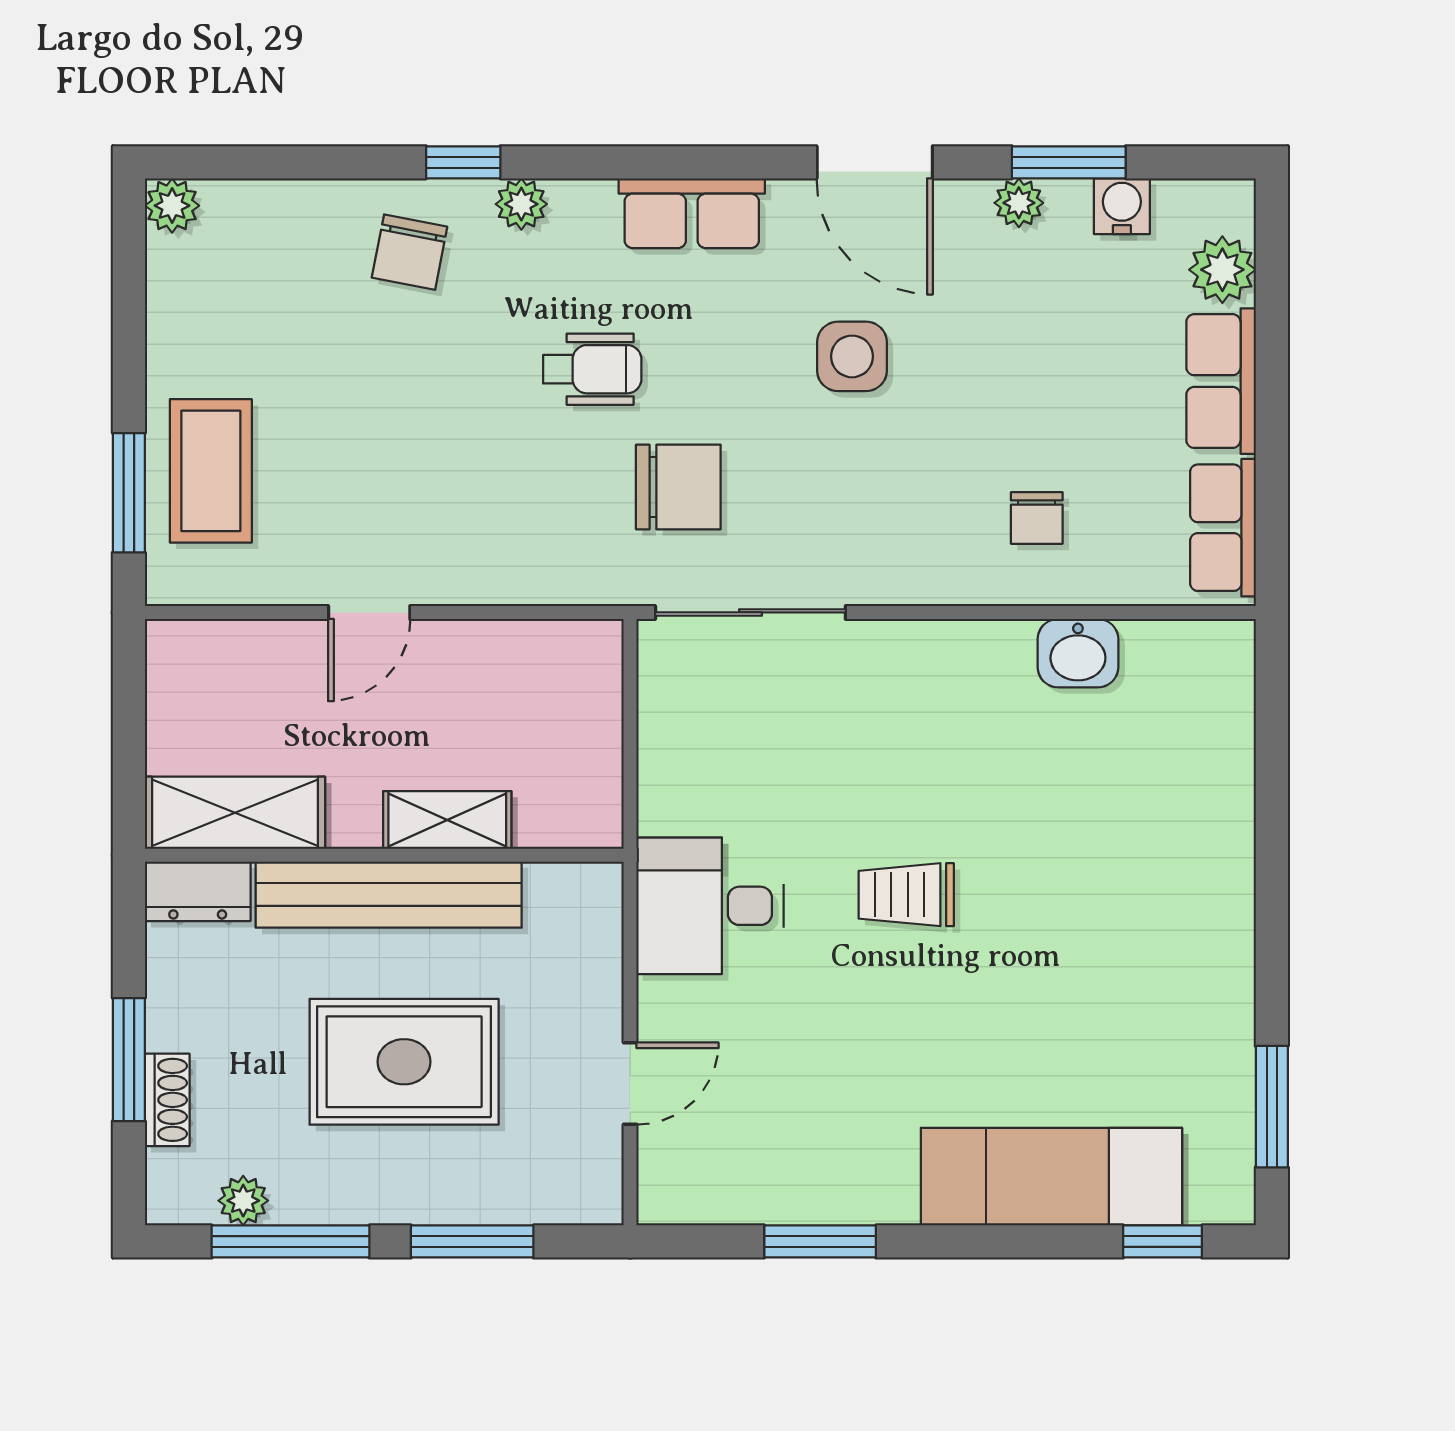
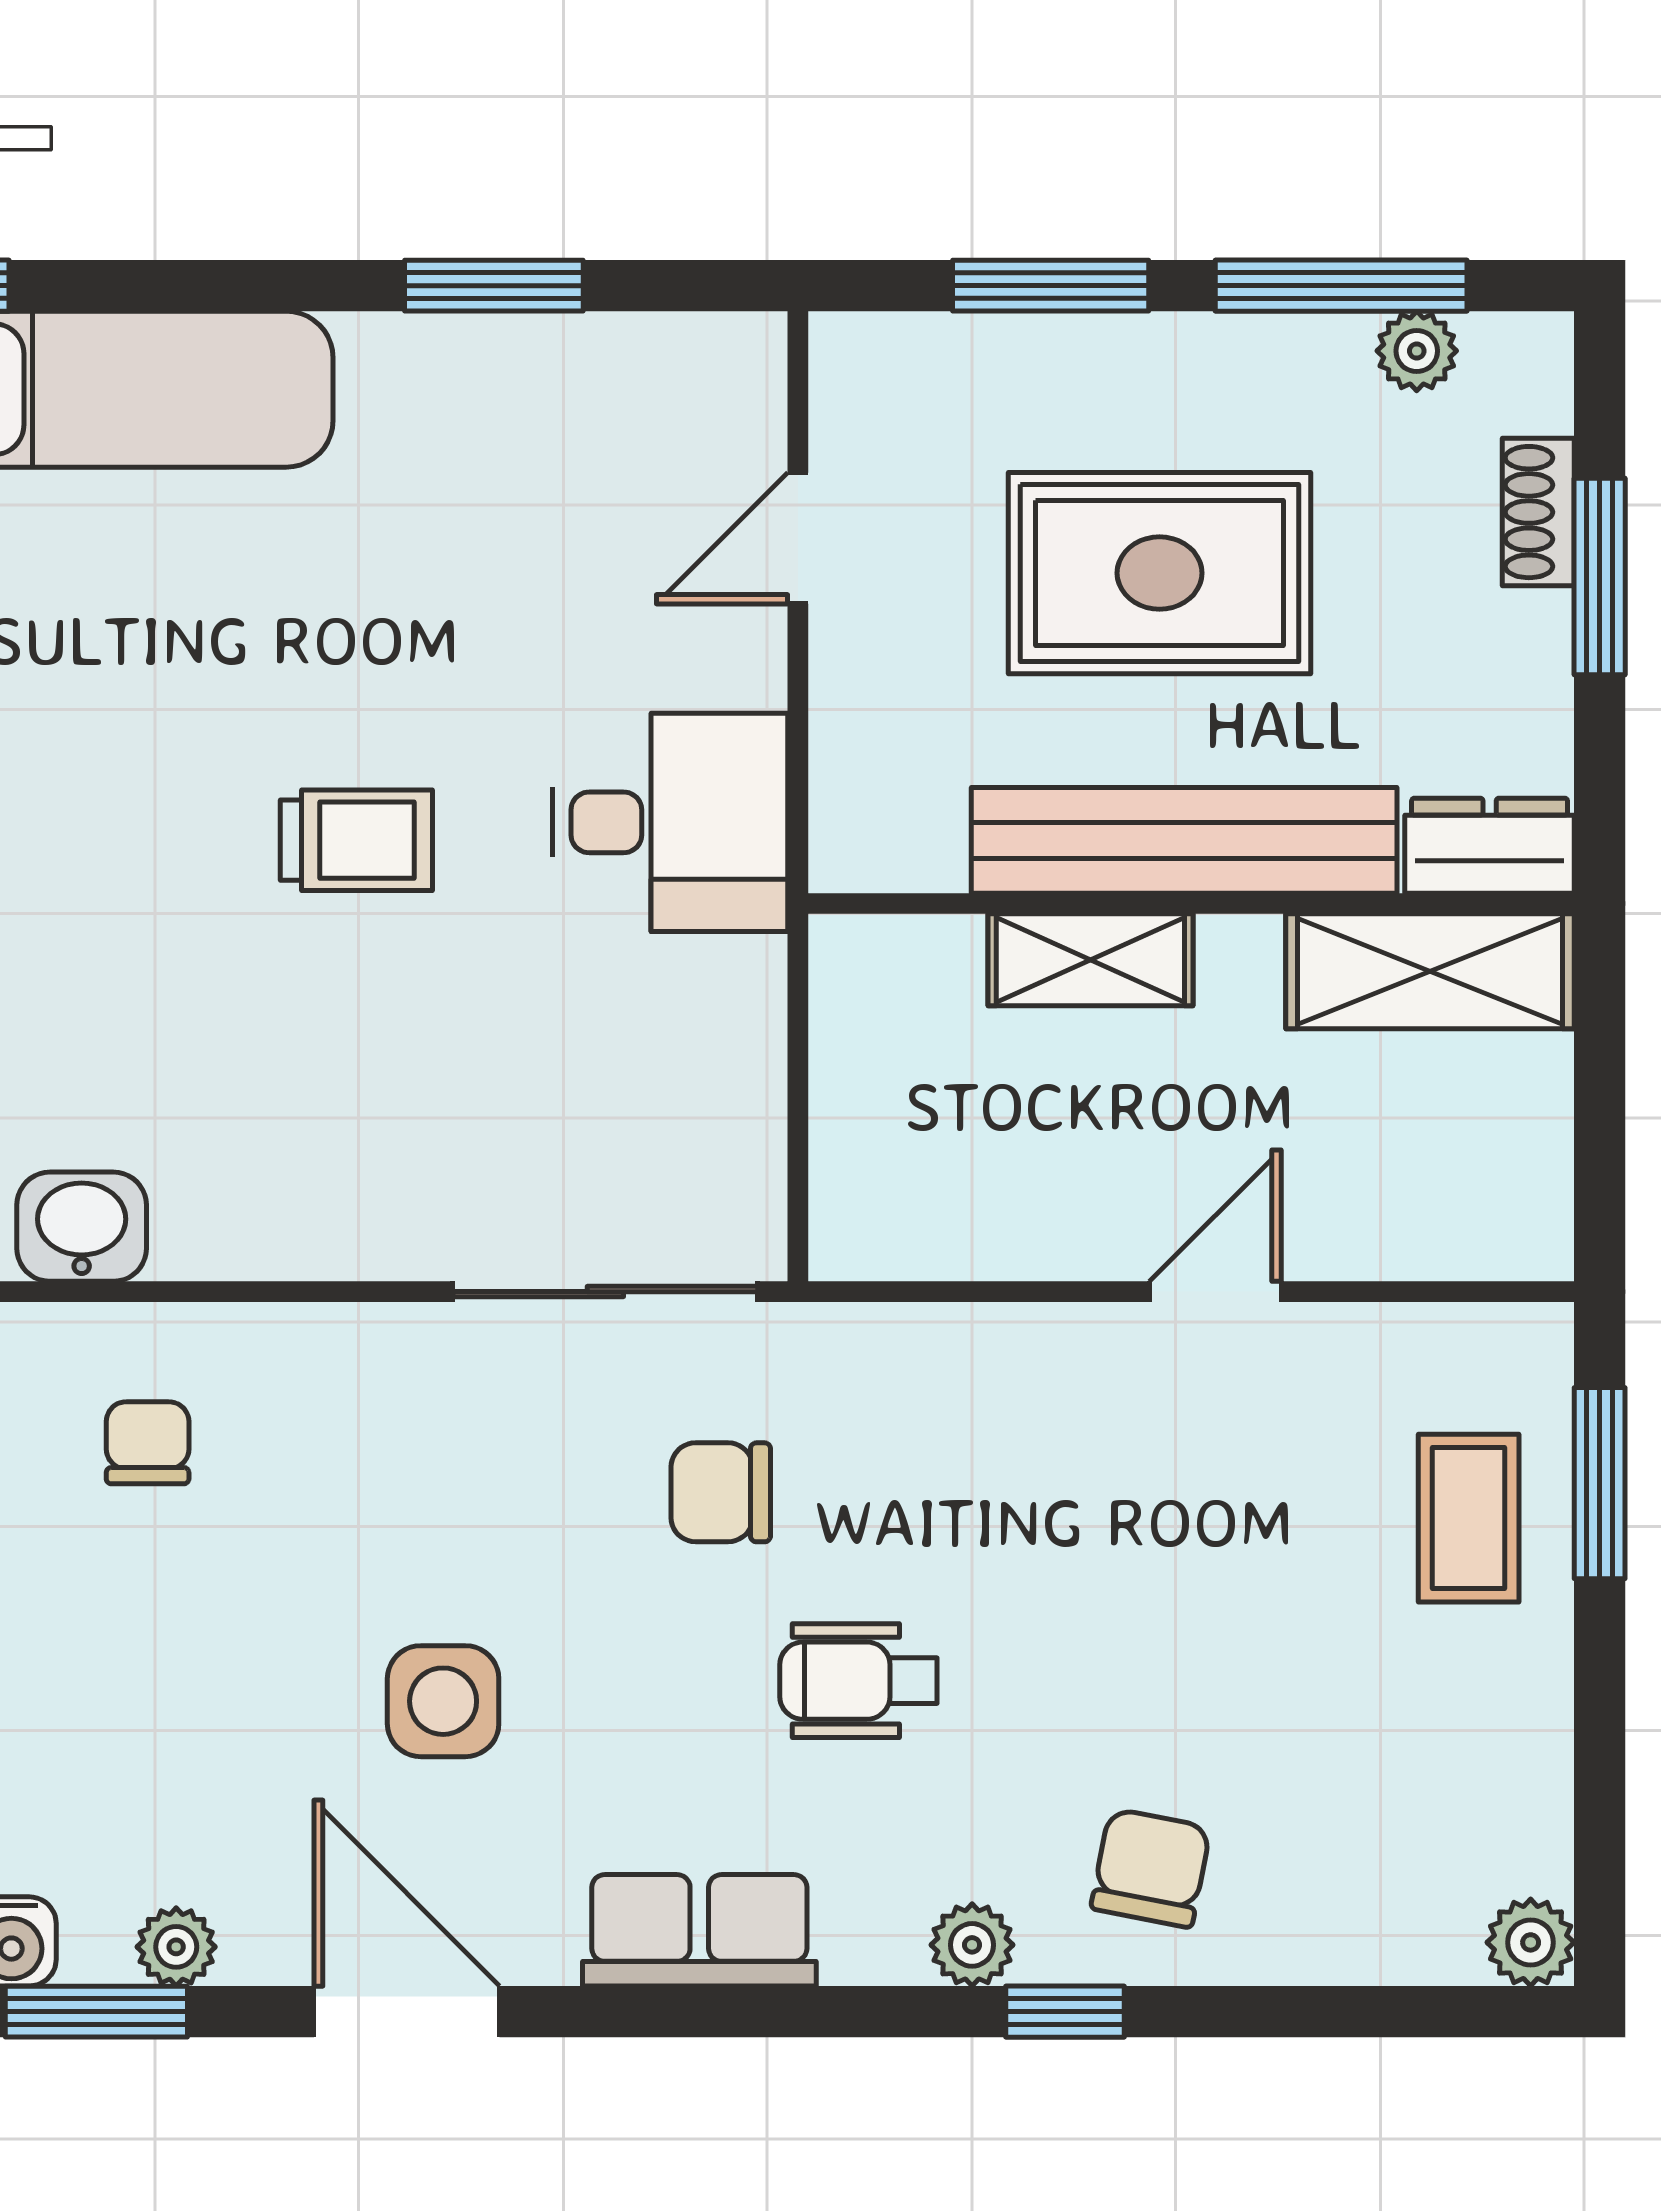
coffee table: (211, 471) -> (1469, 1518), width x0.73, depth x0.77
chair: (678, 487) -> (721, 1492), width x0.73, depth x0.73

